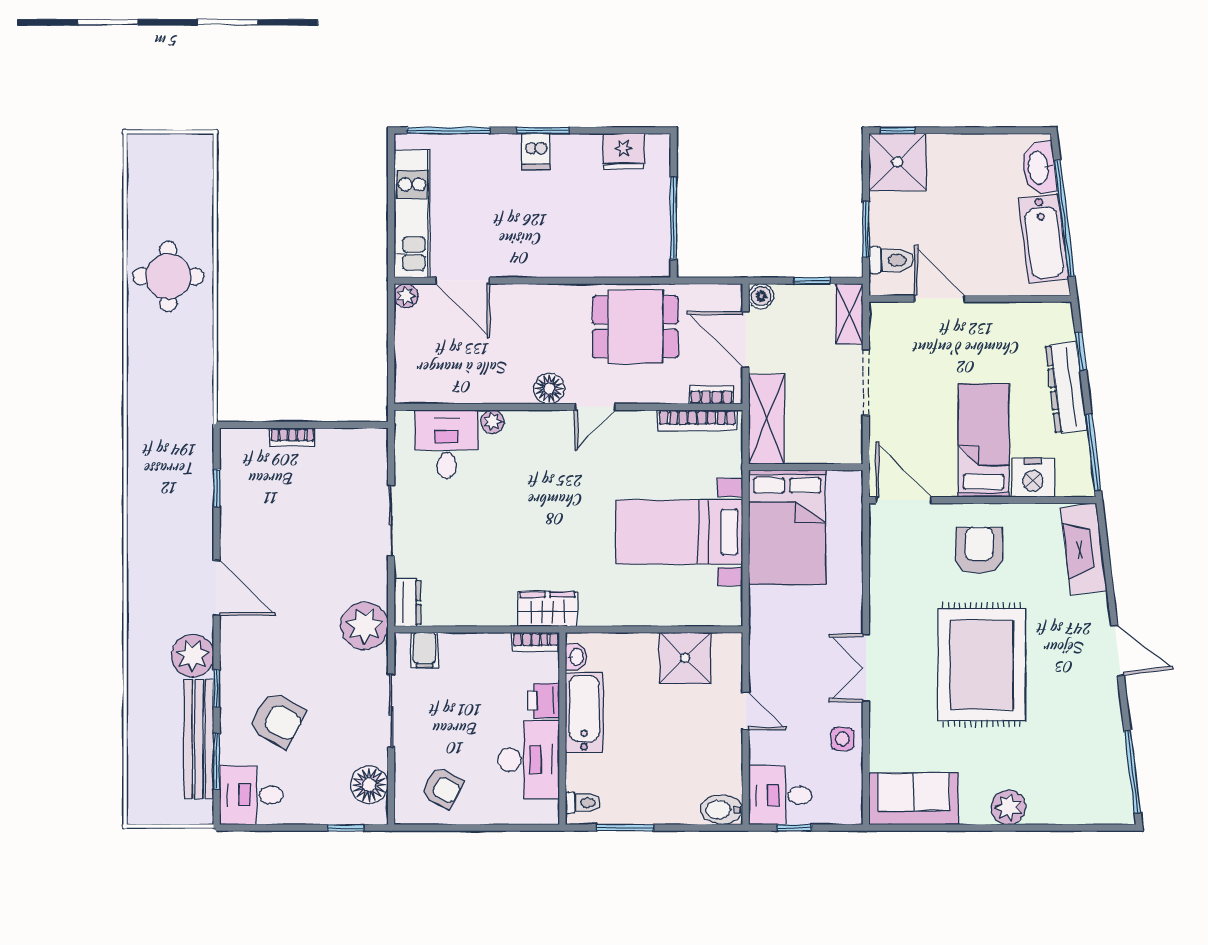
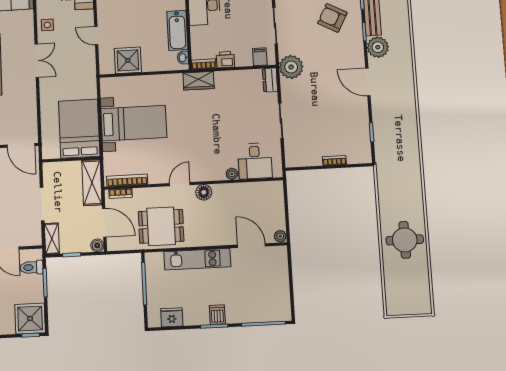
kitchen unit: (412, 214) -> (197, 259), moved, turned -90
printer: (544, 701) -> (225, 60), moved, turned -90

